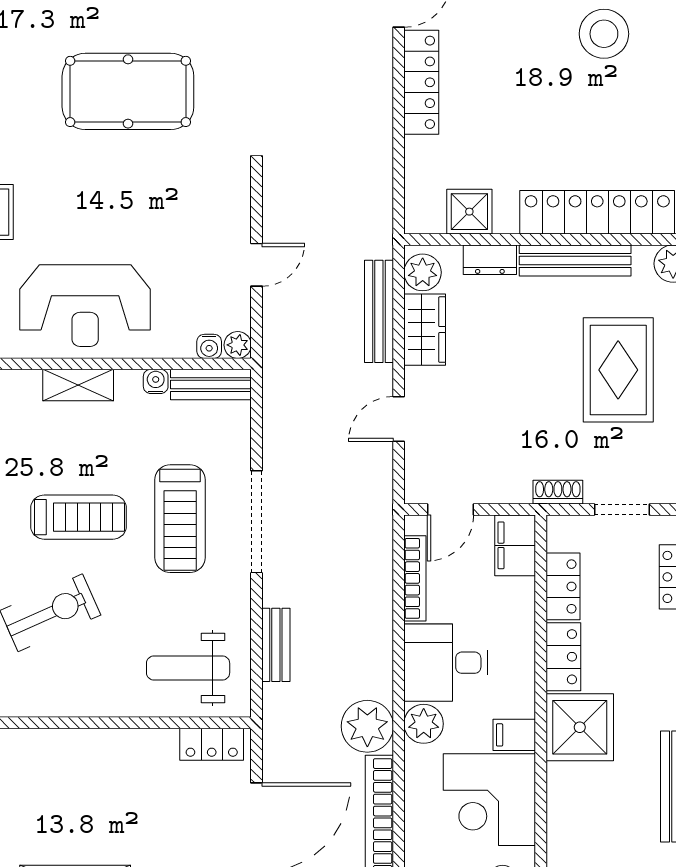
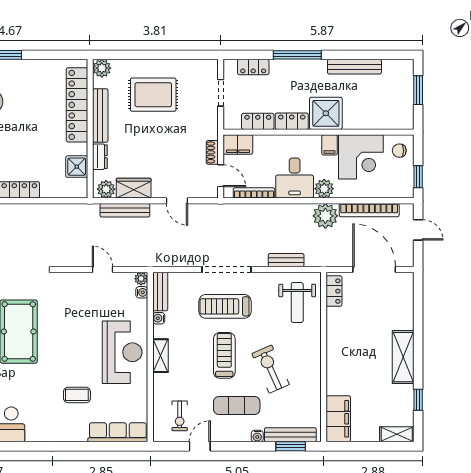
shoe rack: (558, 492) -> (212, 152), moved
treadmill: (180, 519) -> (225, 306), turned 180

